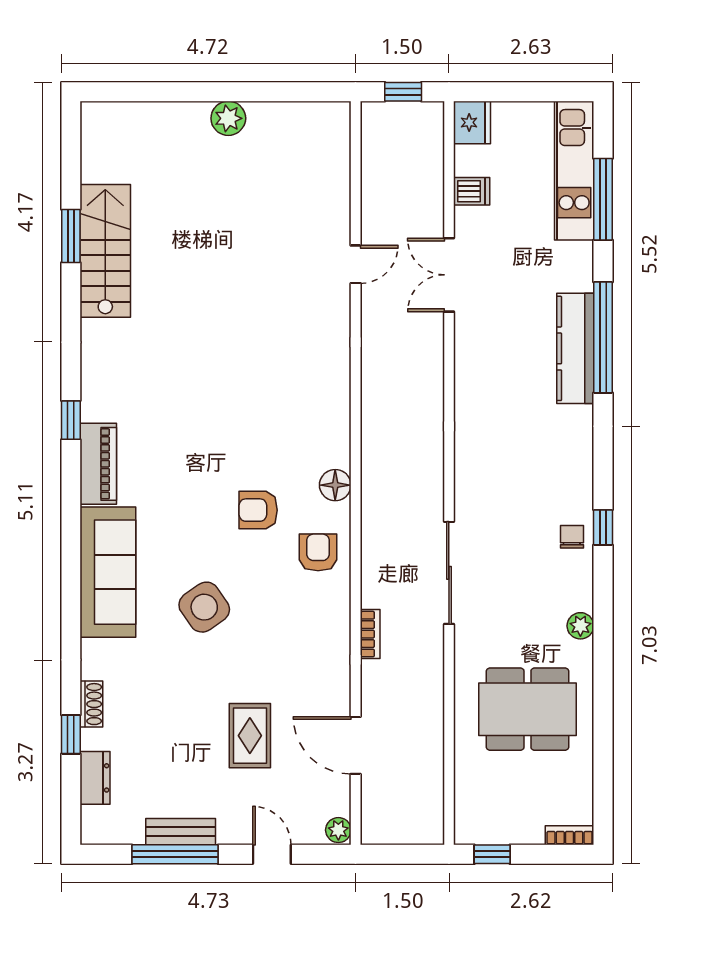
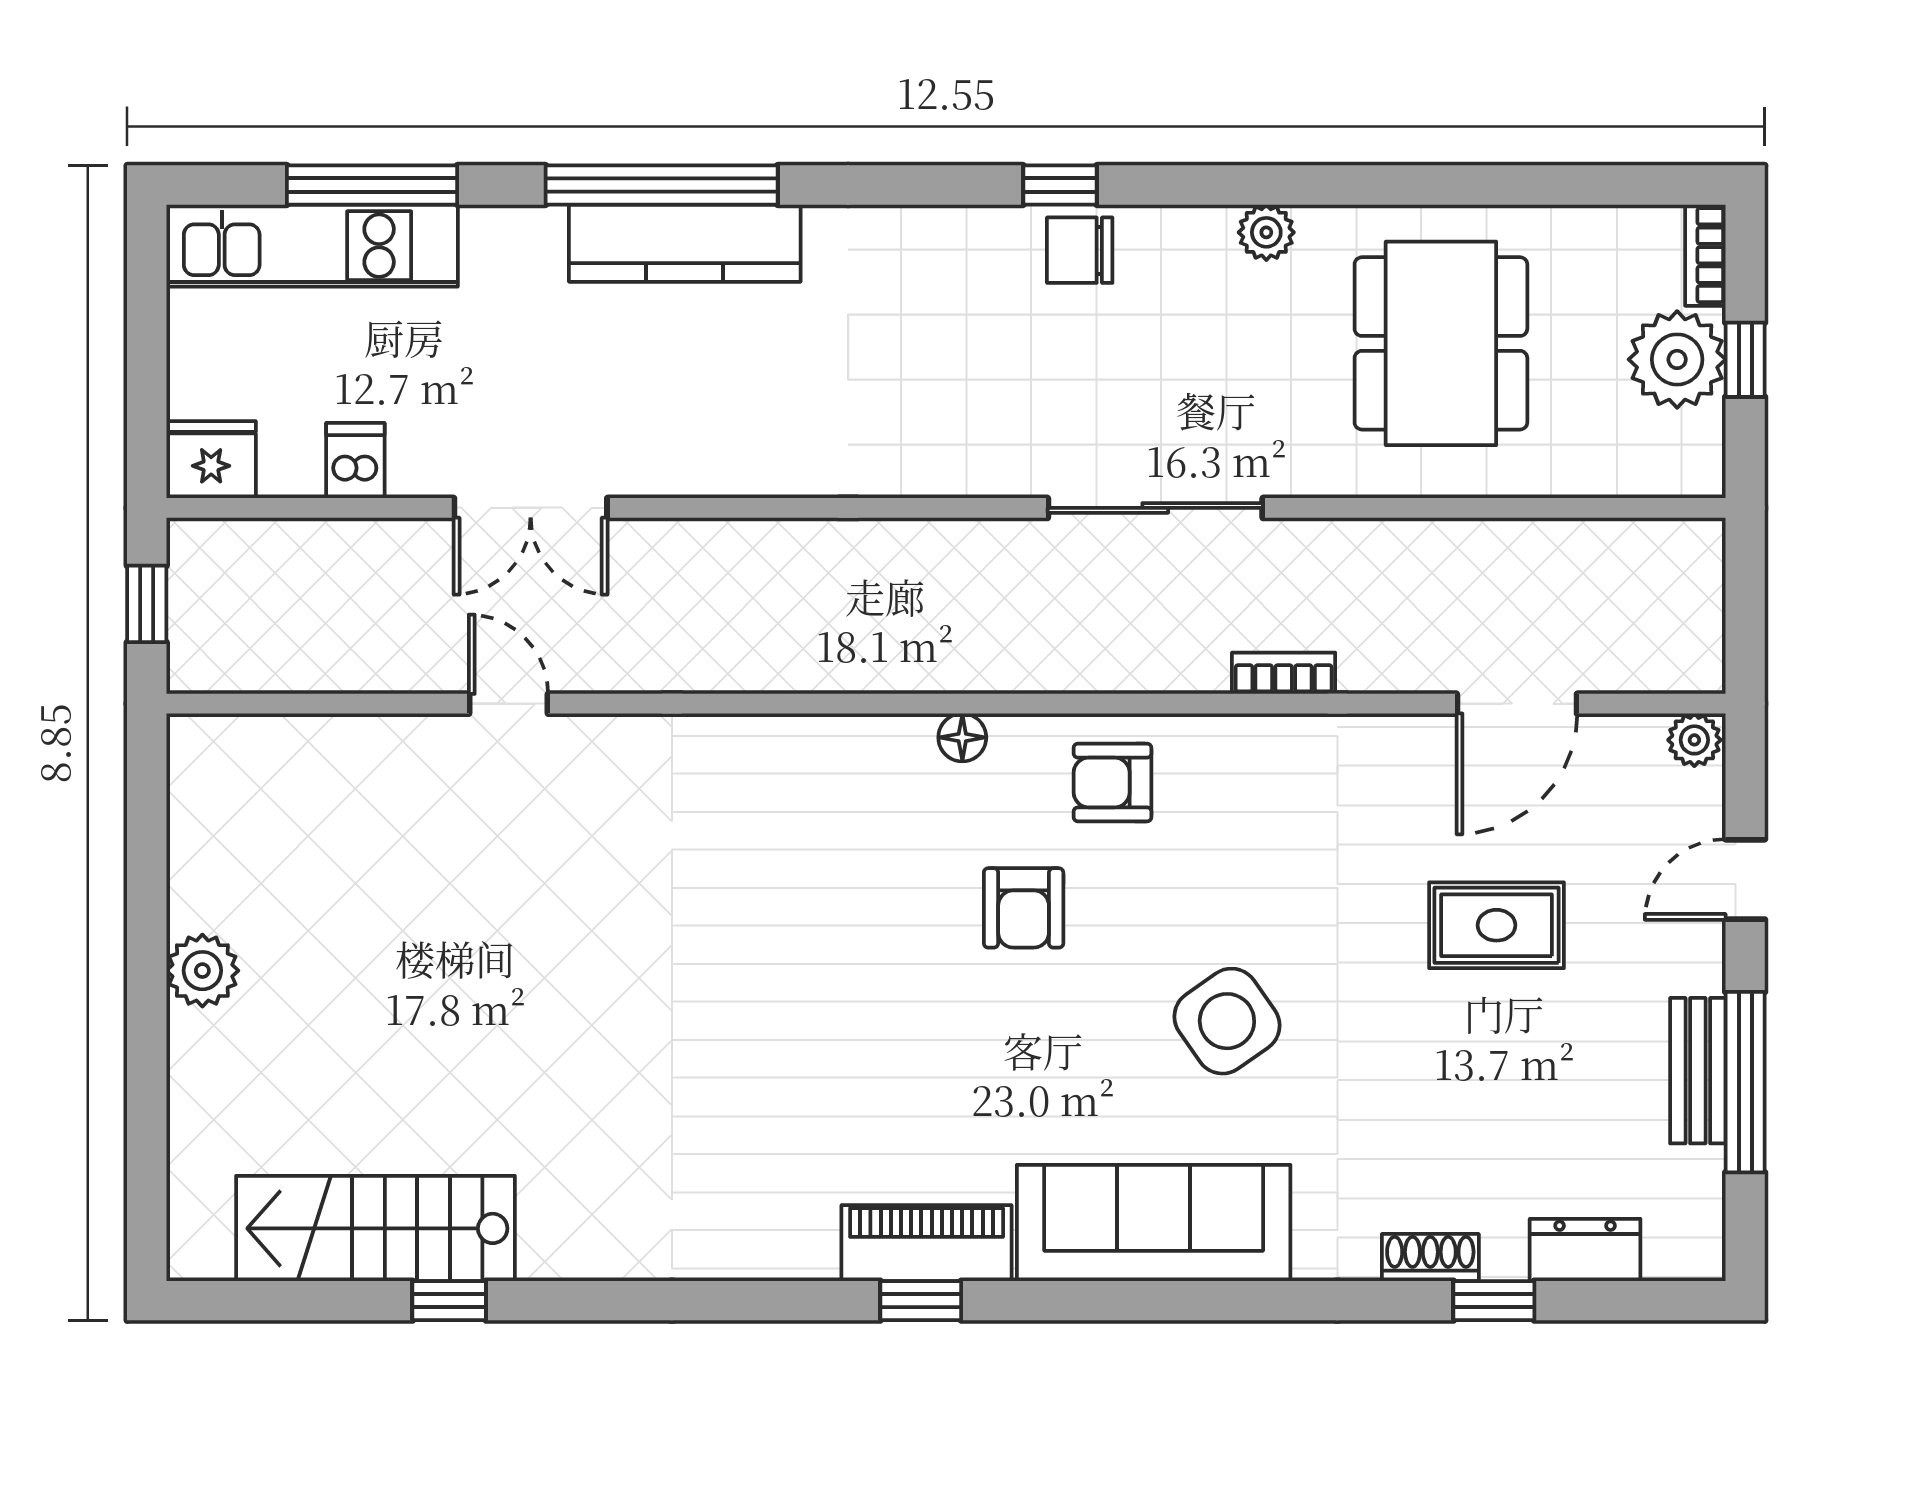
window: (71, 236) -> (449, 1301), width x0.67
stairs: (105, 251) -> (376, 1228), moved
window: (71, 420) -> (921, 1301), moved
floor lamp: (335, 485) -> (962, 737), width x0.73, depth x0.73
chair: (572, 537) -> (1080, 250), width x1.37, depth x1.37
plant: (520, 822) -> (1677, 359), added
window: (492, 854) -> (1745, 360), moved

